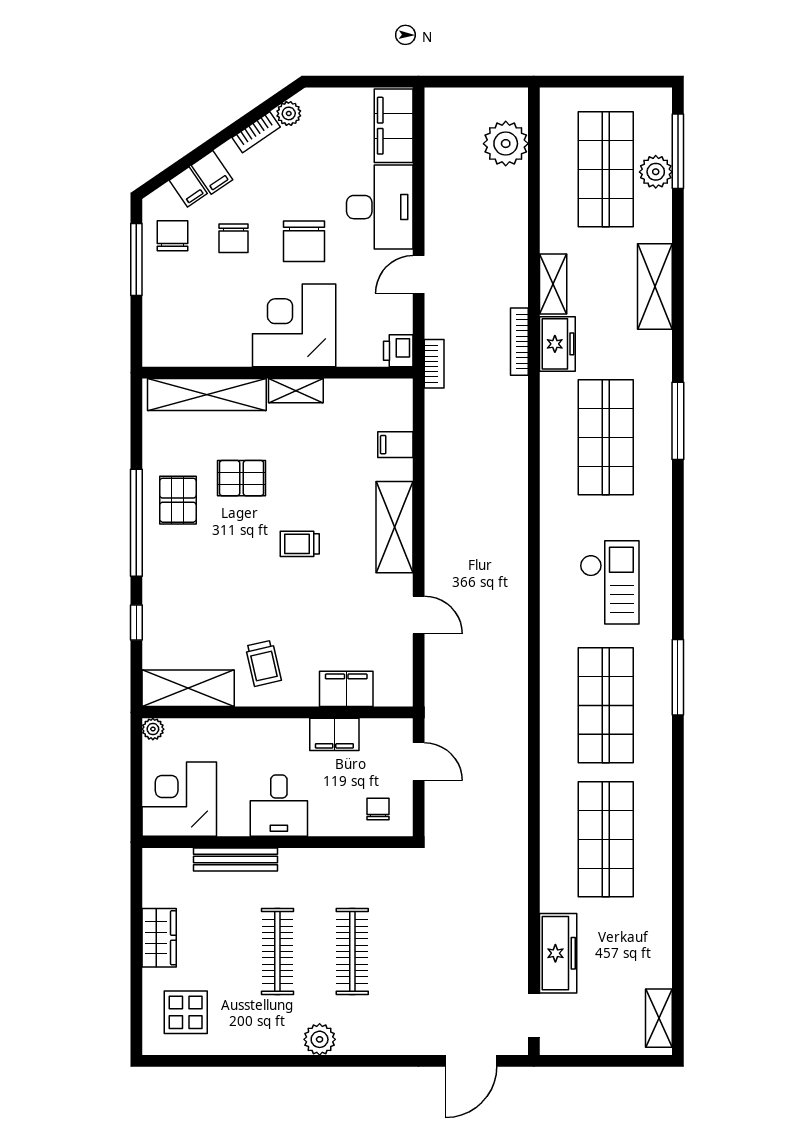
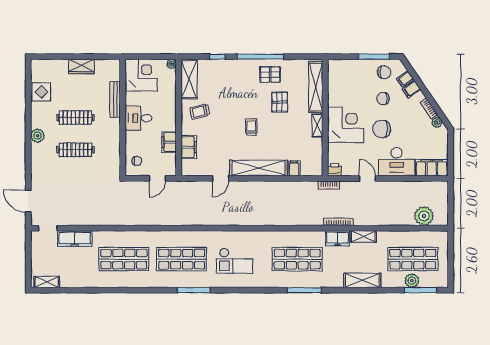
shelving: (394, 527) -> (258, 168), width x1.47
display table: (186, 1012) -> (41, 92), moved

